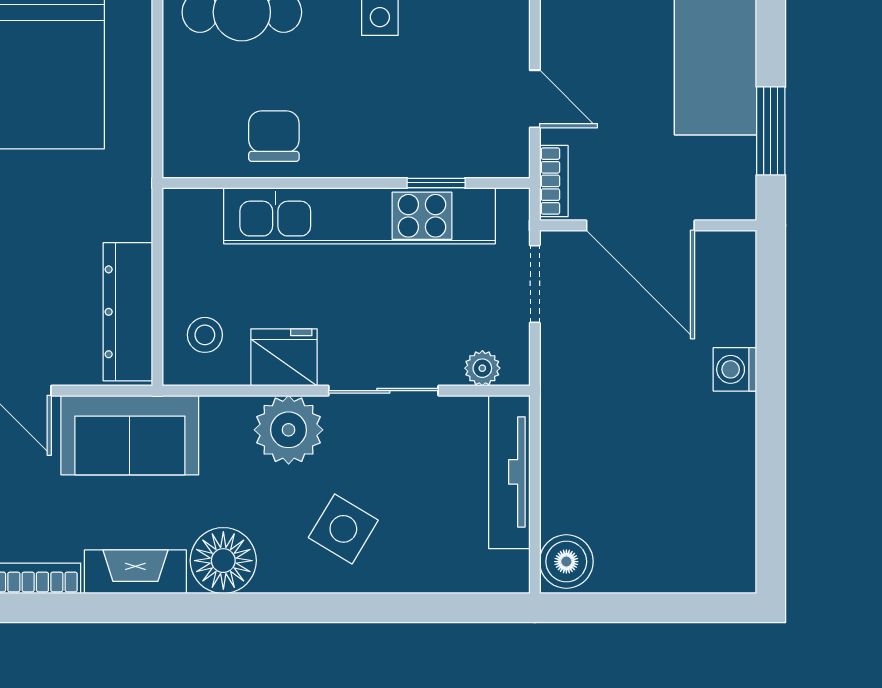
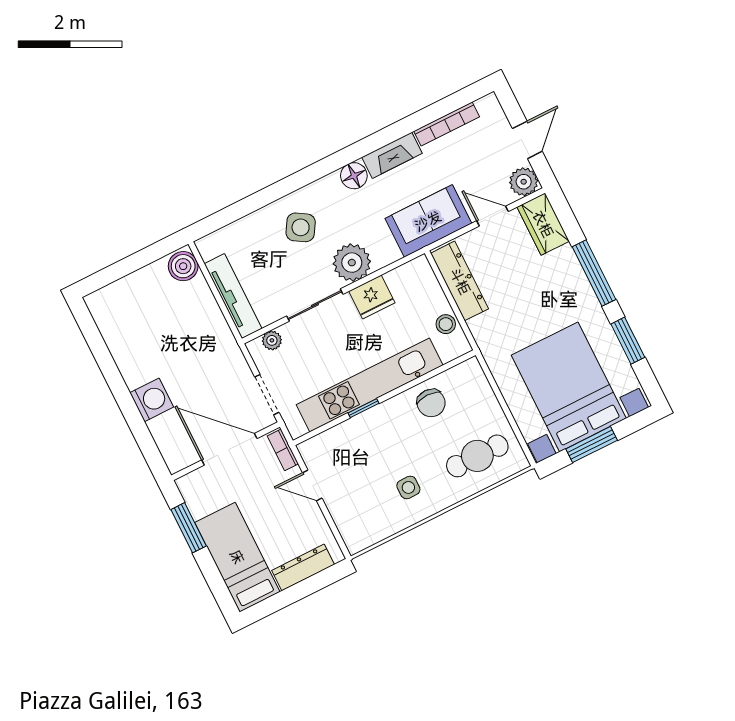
window: (436, 183) -> (364, 408), moved
stool: (205, 335) -> (446, 324), moved
washing machine: (735, 369) -> (152, 400), width x1.38, depth x1.38
floor lamp: (223, 561) -> (354, 176), width x0.73, depth x0.73

